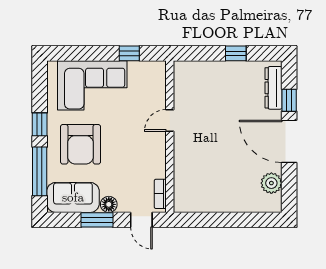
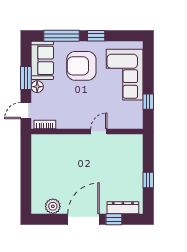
door: (170, 120) -> (99, 132), hinge flipped

